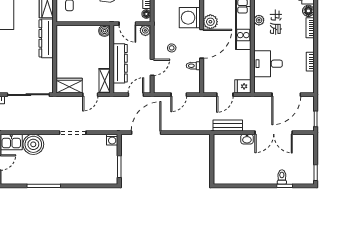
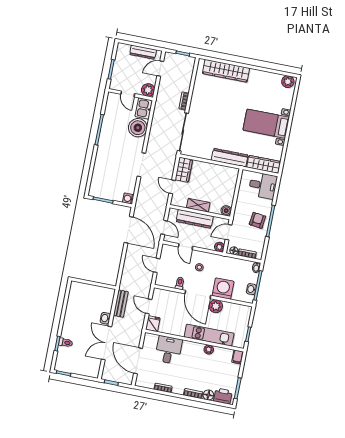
shelving: (105, 81) -> (198, 205), moved

